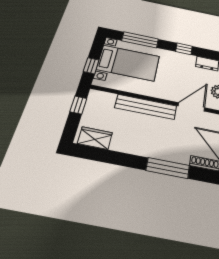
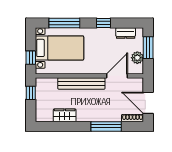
wardrobe: (95, 138) -> (65, 115), moved

